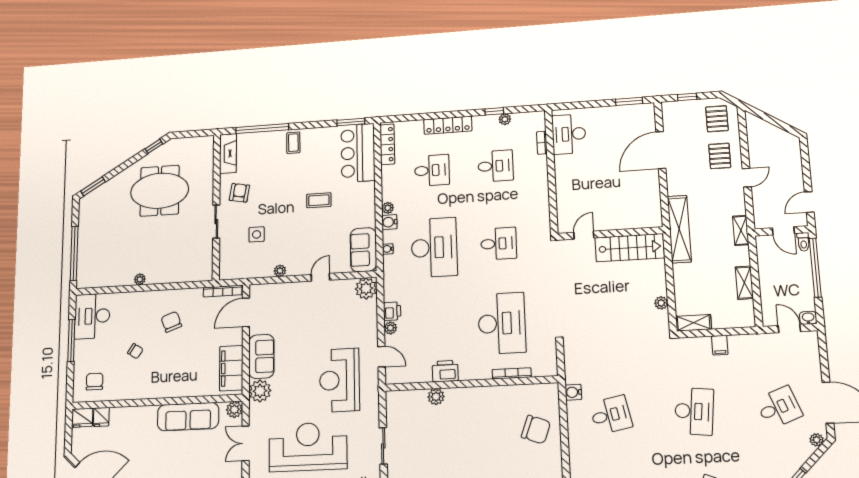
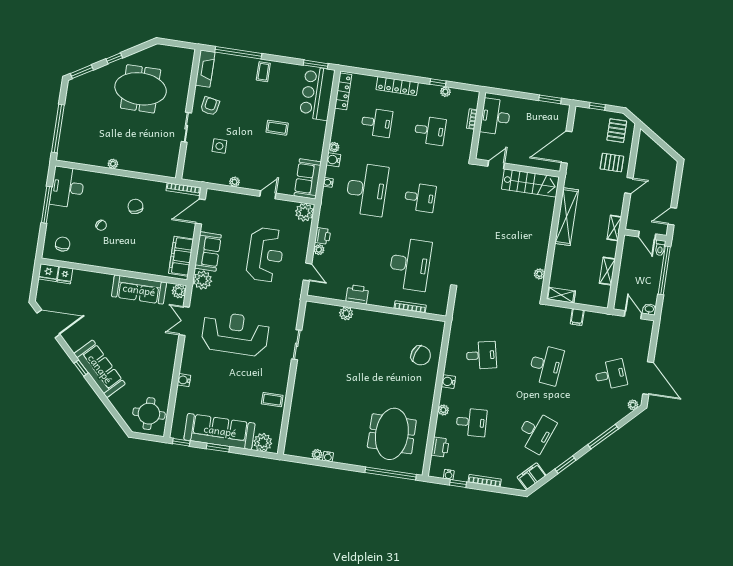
window: (154, 146) -> (114, 58), moved
pallet: (720, 156) -> (612, 163), turned 90
wall: (610, 234) -> (517, 168), moved
door: (584, 235) -> (496, 165), moved
stairs: (630, 248) -> (530, 183), moved
reception desk: (340, 380) -> (265, 255), moved, turned 180
water cooler: (573, 392) -> (448, 382), moved

